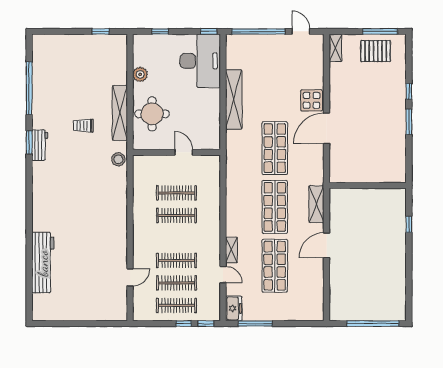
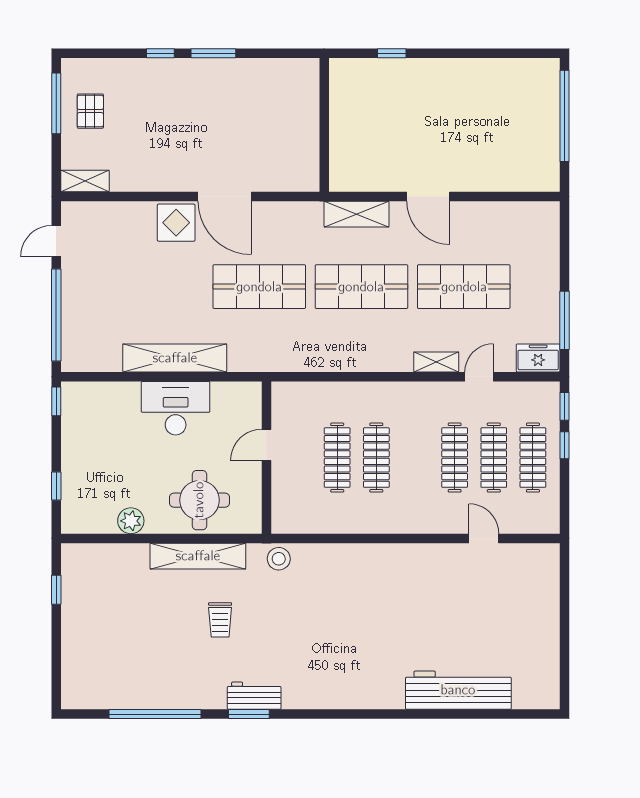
pallet: (376, 51) -> (90, 111), width x0.67, depth x0.71
desk: (200, 61) -> (176, 408), moved, width x0.73, depth x0.77

